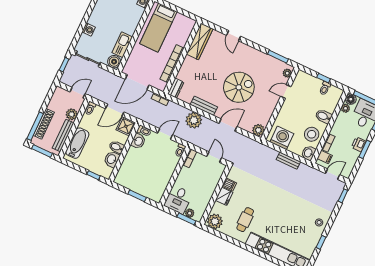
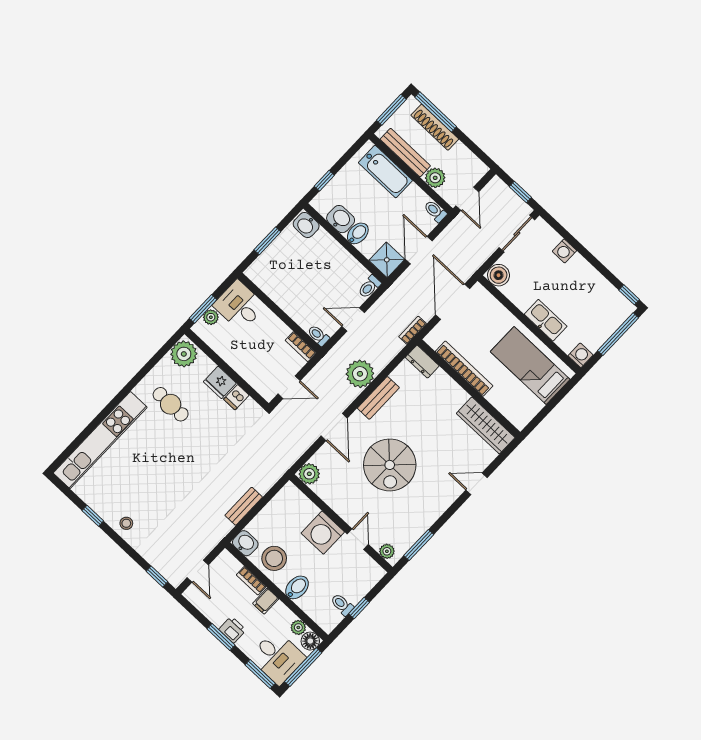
kitchen sink: (122, 45) -> (546, 320), moved
door: (165, 134) -> (353, 320), swing flipped
washing machine: (282, 138) -> (323, 533), moved, turned 90
washbasin: (138, 141) -> (306, 225), moved
filing cabinet: (325, 157) -> (266, 601), moved

